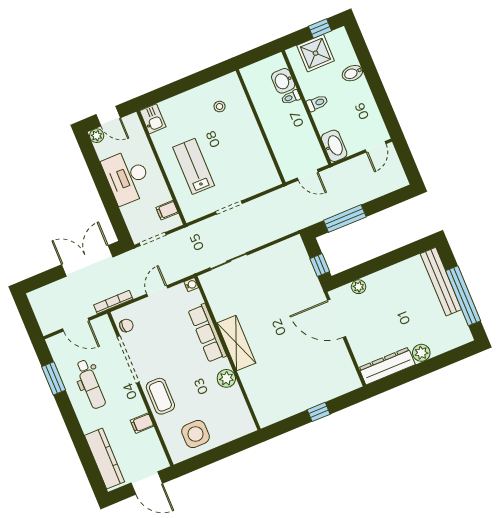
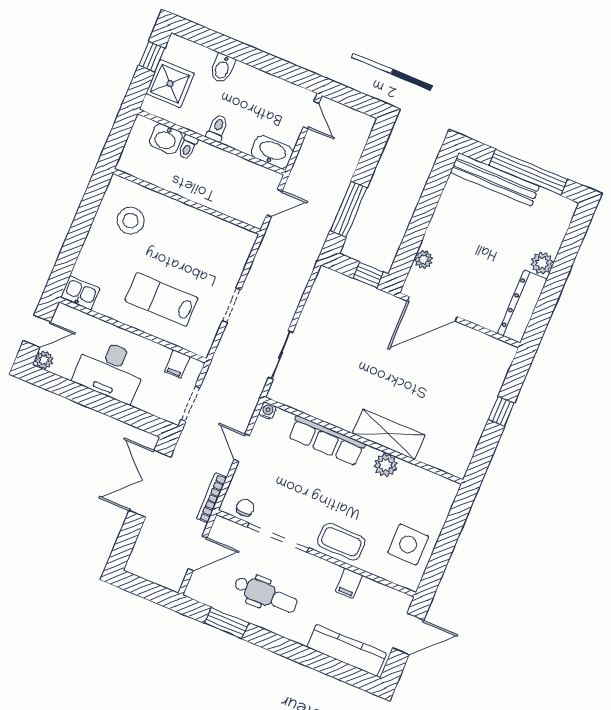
stool: (220, 107) -> (131, 221), width x1.89, depth x1.89
shelving: (236, 343) -> (389, 434), moved

